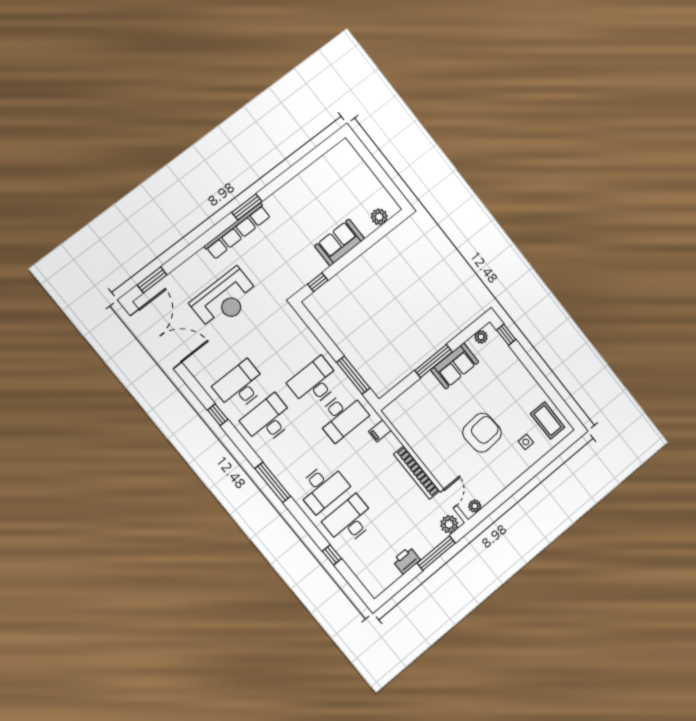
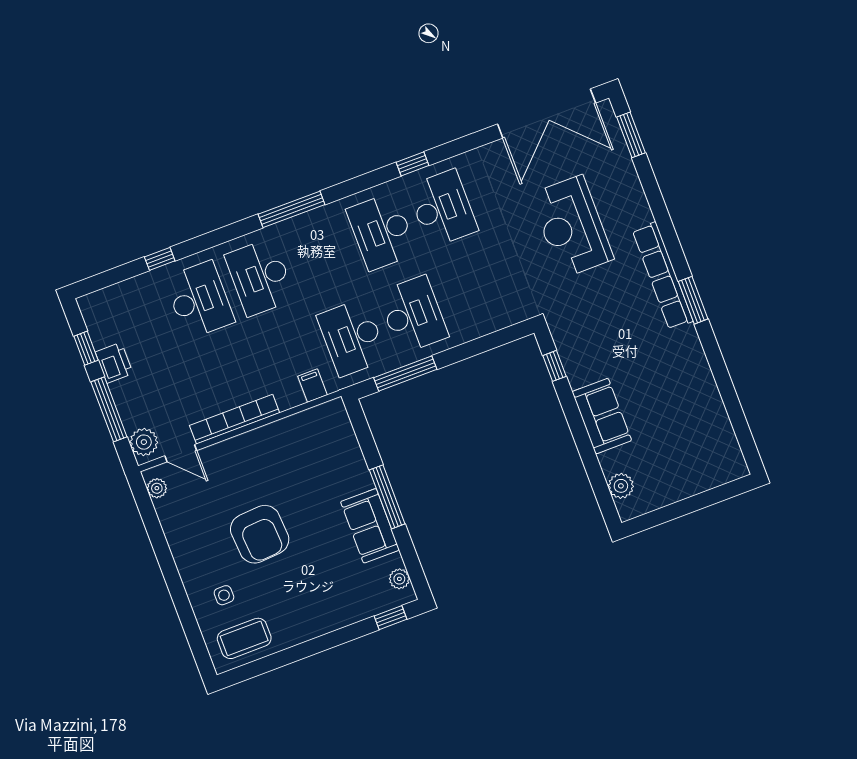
desk: (268, 420) -> (382, 231), turned 180
window: (403, 581) -> (86, 348), added

